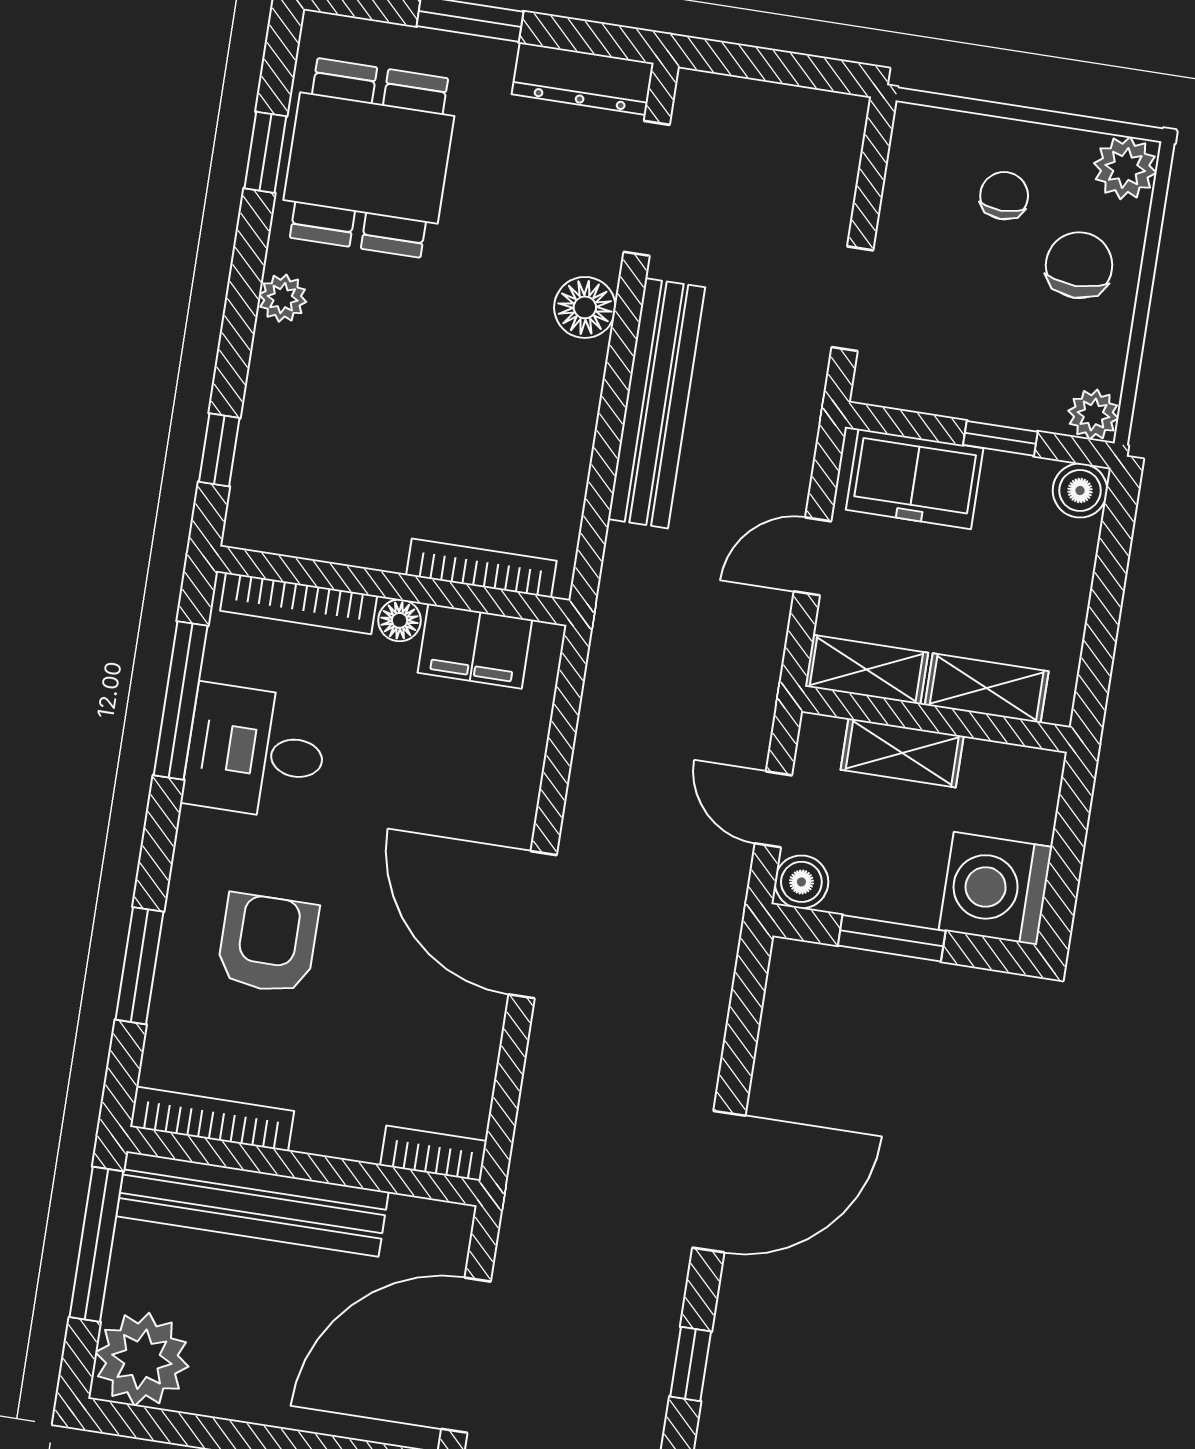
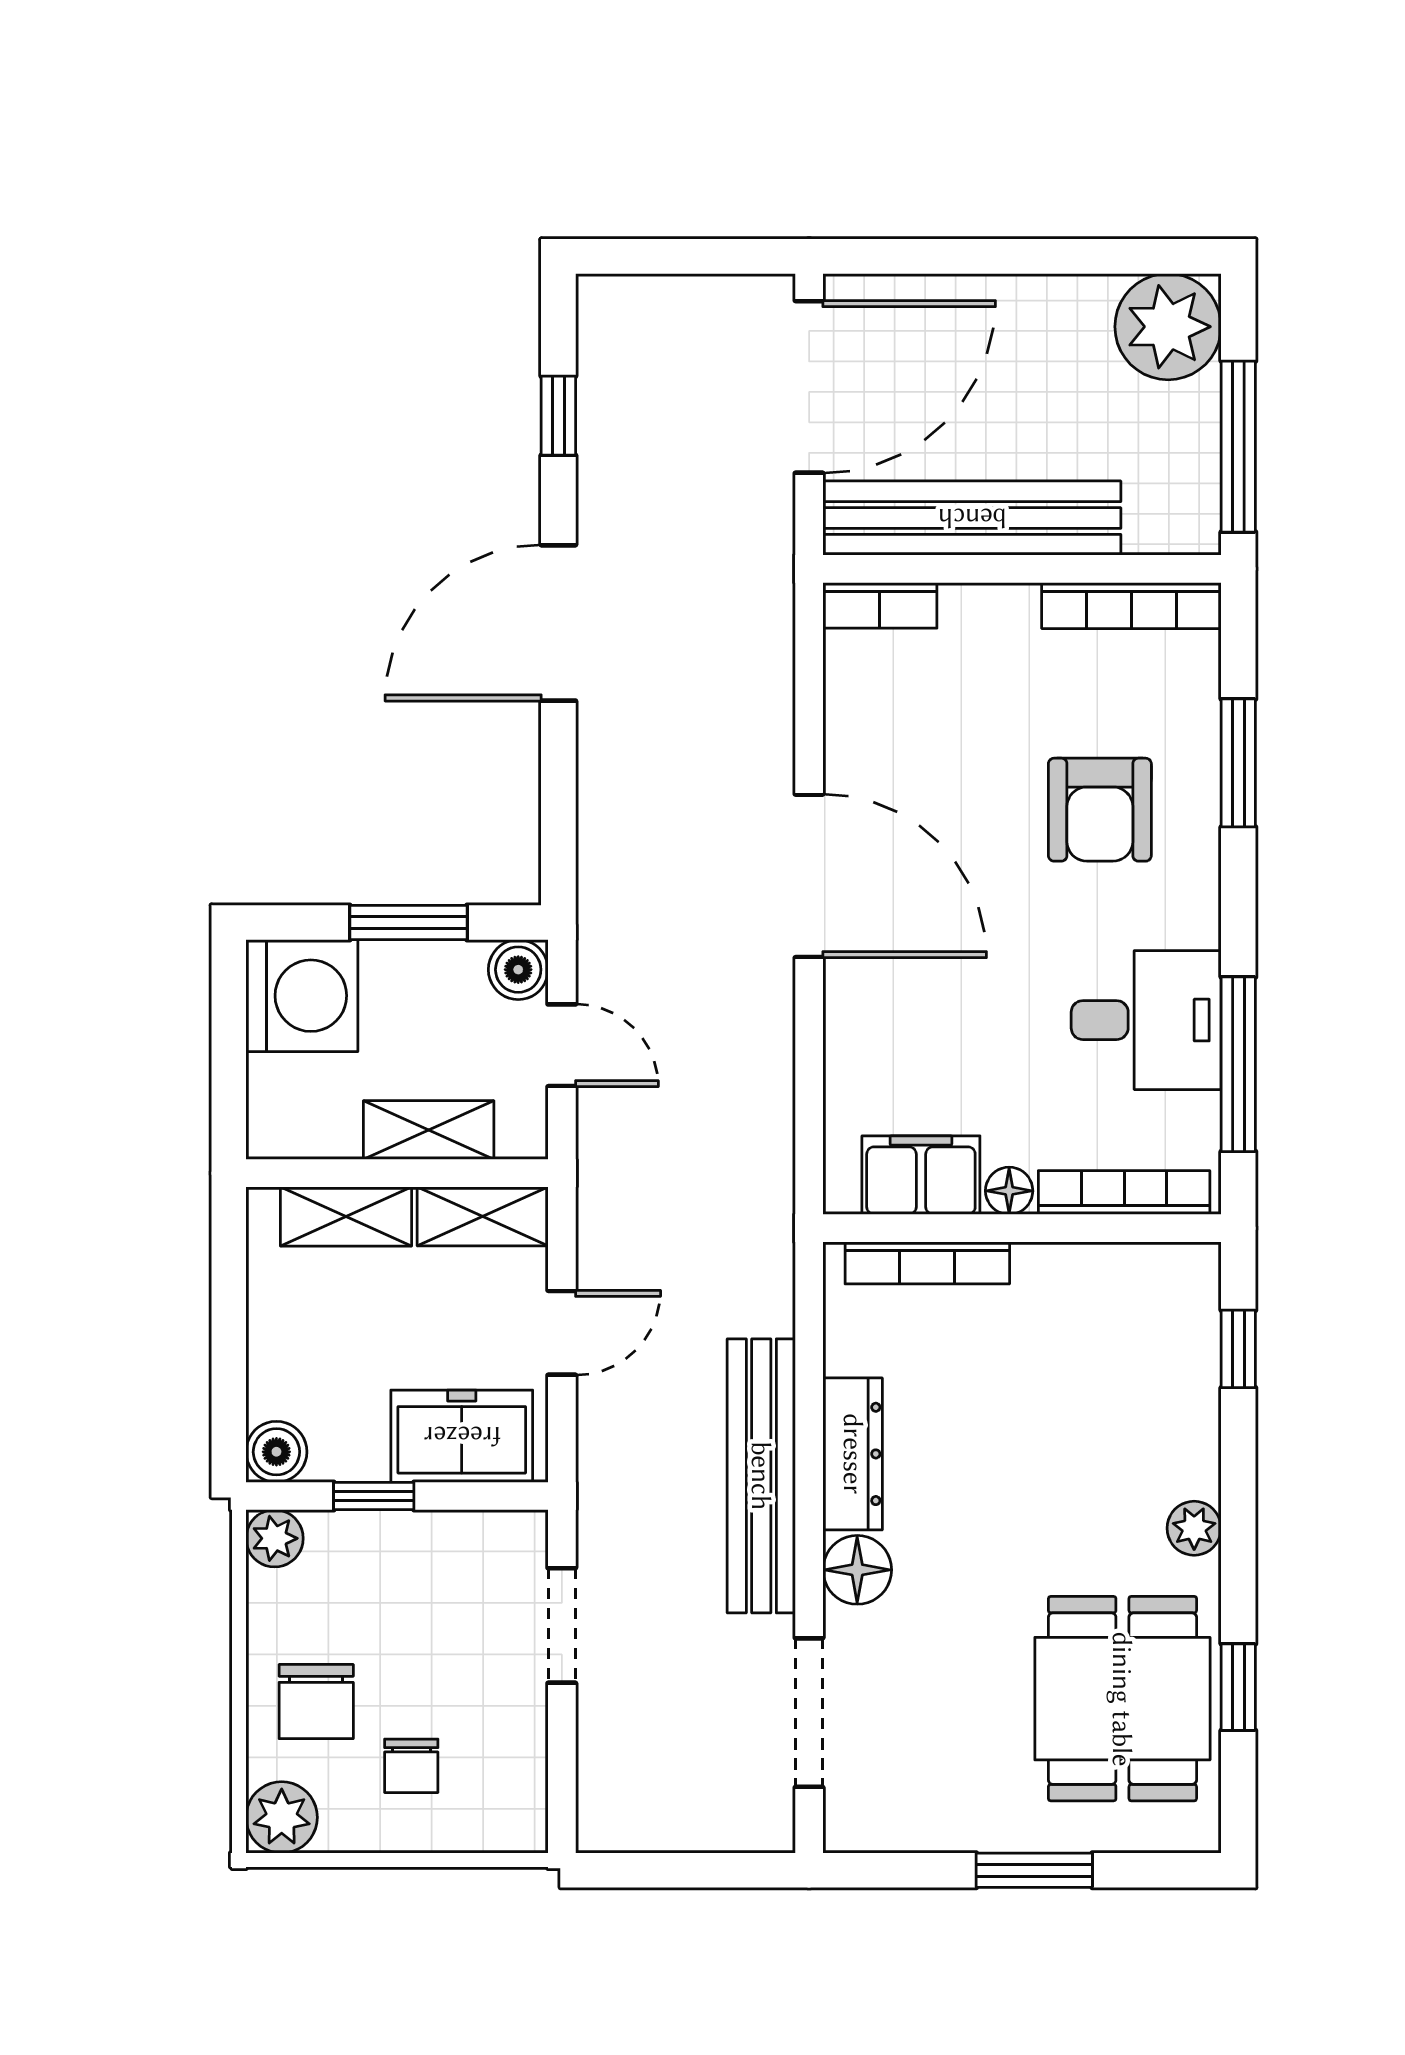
dresser: (583, 79) -> (853, 1454), moved, turned 90
bench: (252, 1204) -> (972, 518), moved

